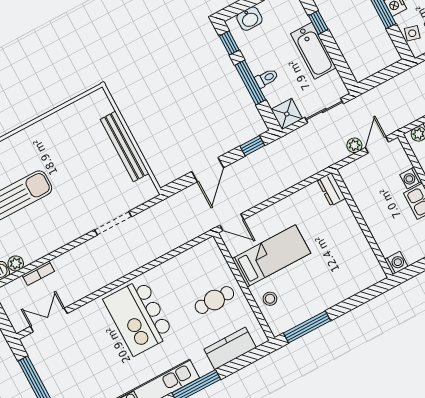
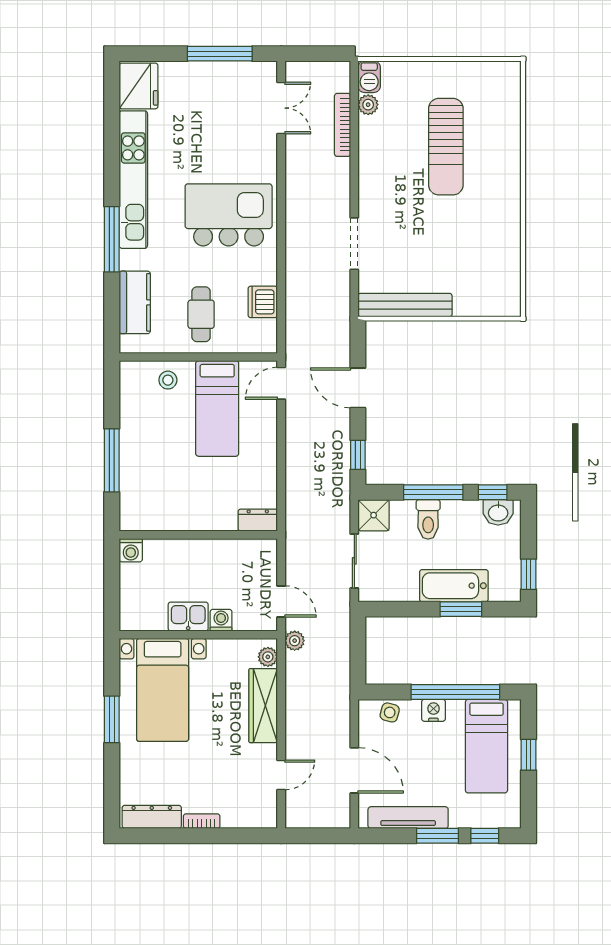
washbasin: (249, 19) -> (498, 512), moved, turned -90
window: (318, 23) -> (461, 609), width x1.50
bathtub: (313, 51) -> (454, 586), moved
toilet: (266, 78) -> (428, 519), width x1.37, depth x1.39
plant: (354, 145) -> (295, 641), moved
bench: (125, 146) -> (405, 305), moved
dishwasher: (184, 263) -> (263, 302), added
bookcase: (38, 273) -> (343, 125), width x1.56
window: (307, 327) -> (112, 460), moved

